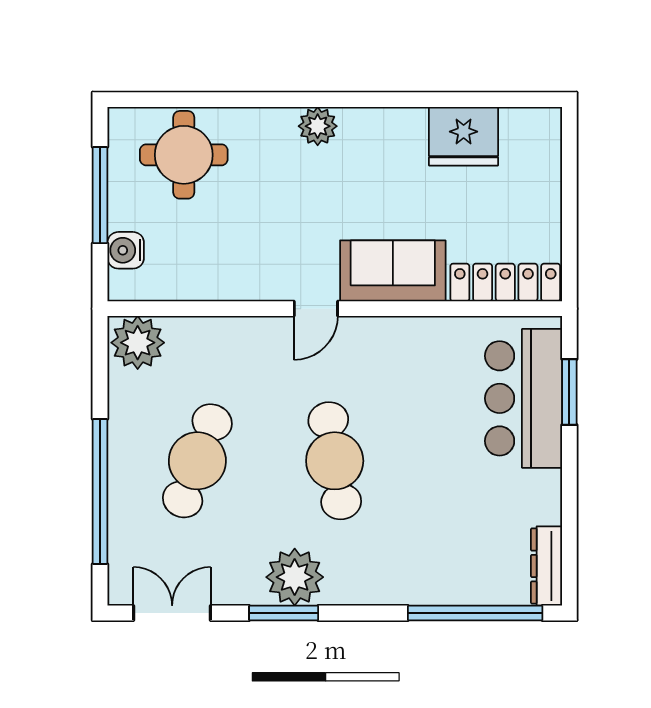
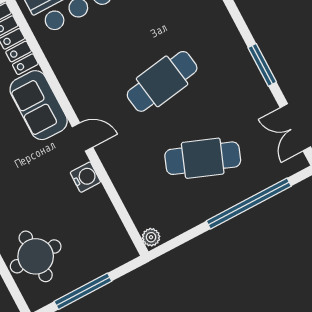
water cooler: (126, 250) -> (85, 177), moved, turned -90
plant: (138, 343) -> (151, 237), width x0.53, depth x0.53
plant: (295, 577) -> (239, 69), removed

